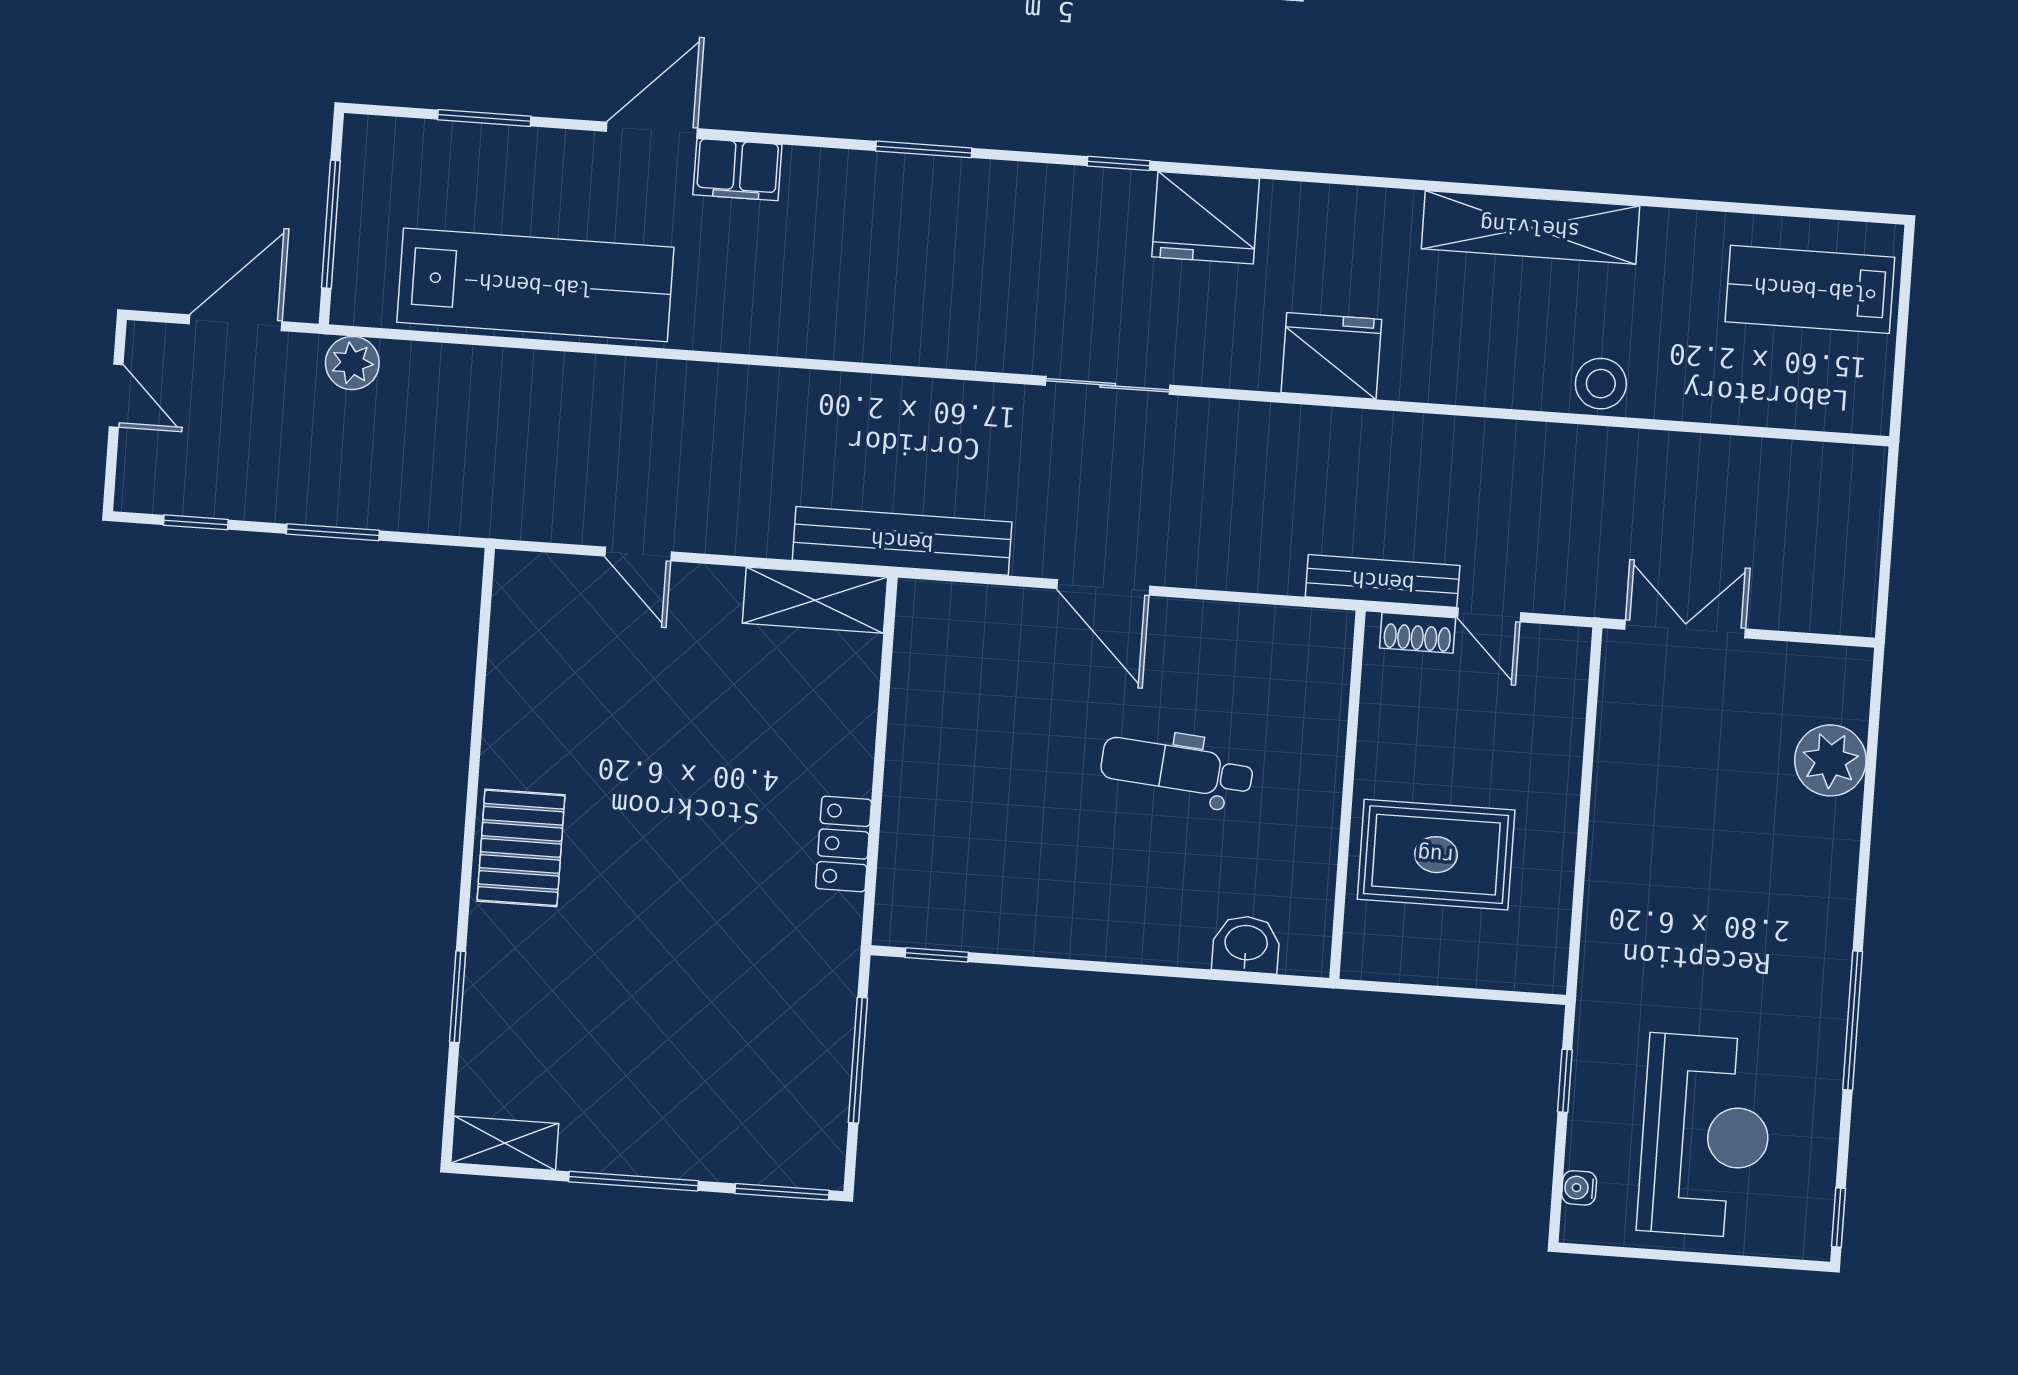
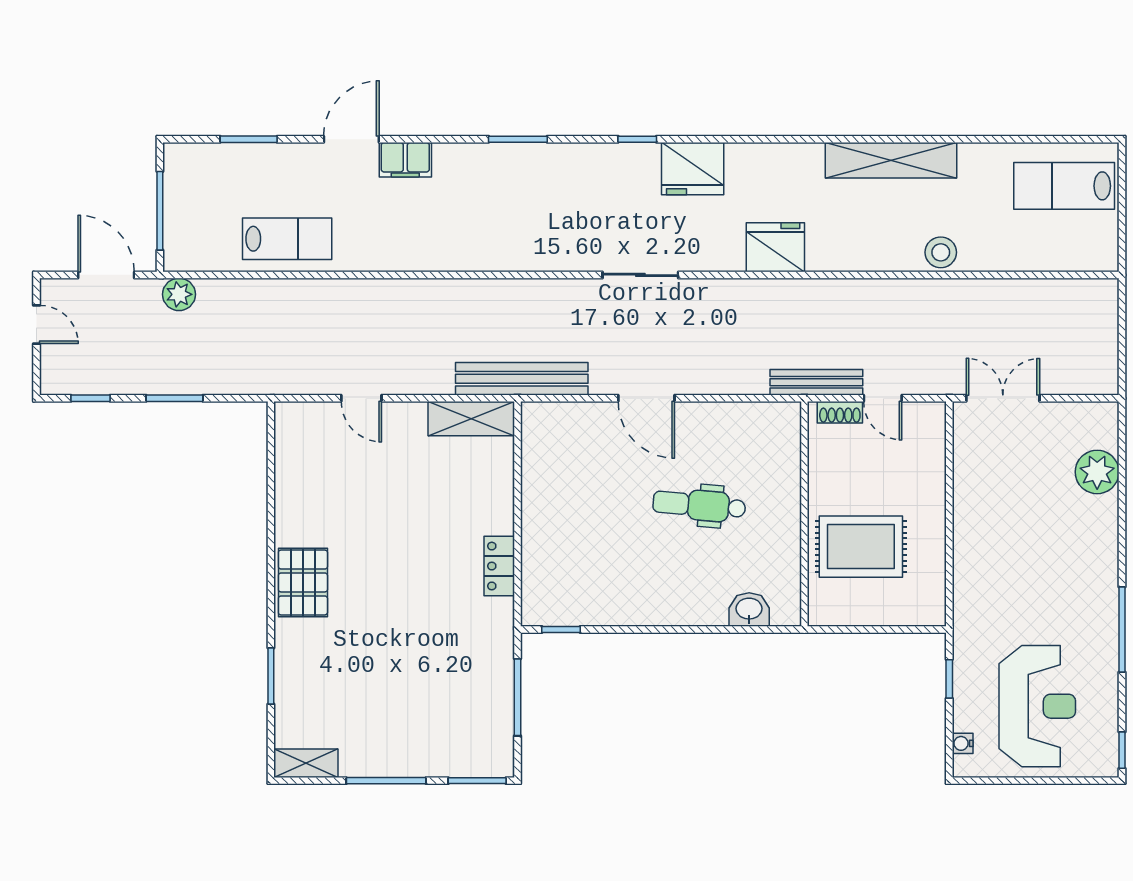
lab bench: (535, 285) -> (287, 239), width x0.54, depth x0.72
door: (236, 323) -> (106, 275), hinge flipped

